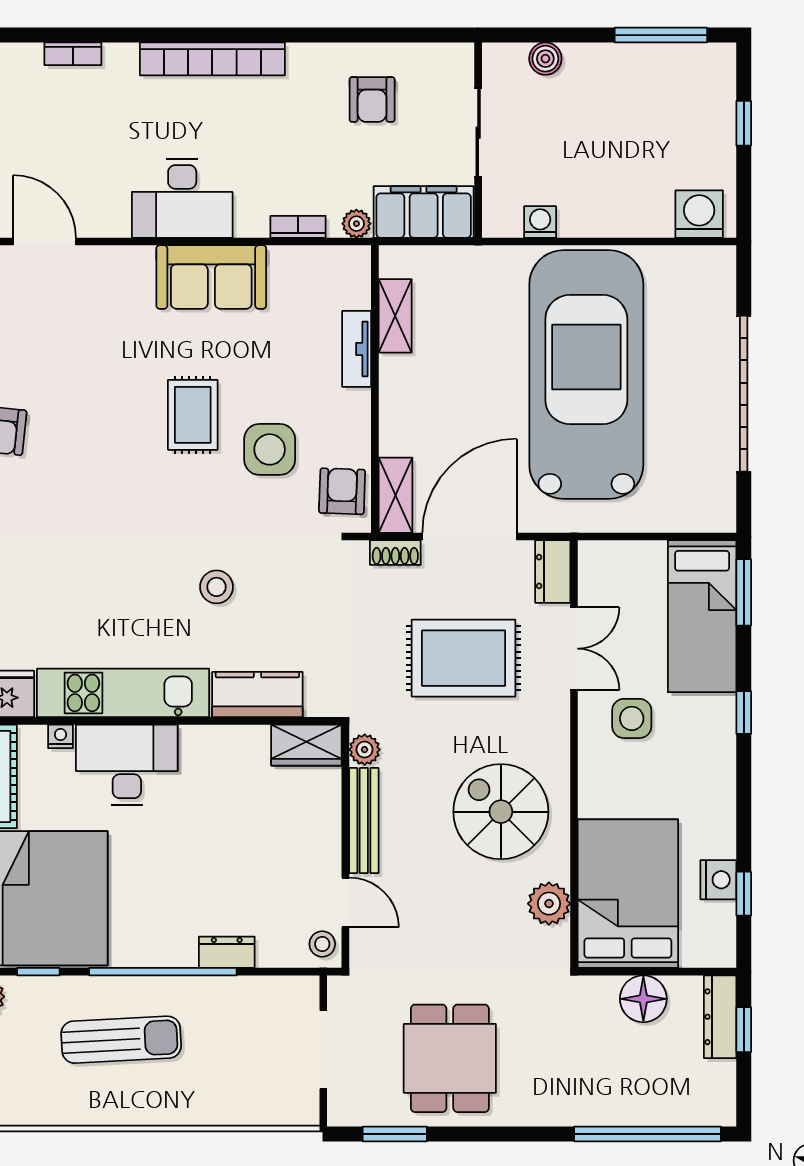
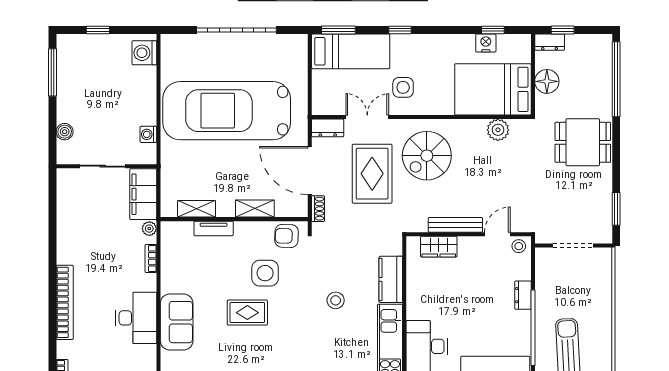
armchair: (372, 99) -> (86, 221), removed
sofa: (211, 277) -> (177, 322), moved
shelving: (395, 495) -> (255, 209), moved
wardrobe: (306, 745) -> (439, 247), moved, turned 90
plant: (365, 750) -> (419, 224), removed
spiral stairs: (501, 812) -> (427, 156), moved
dresser: (720, 1017) -> (550, 42), width x0.70
dining table: (450, 1058) -> (583, 142), moved

